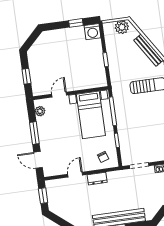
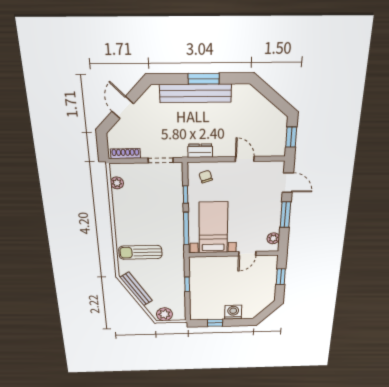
washing machine: (93, 32) -> (233, 312), moved
door: (75, 175) -> (245, 159), swing flipped
dresser: (97, 179) -> (200, 151), moved

